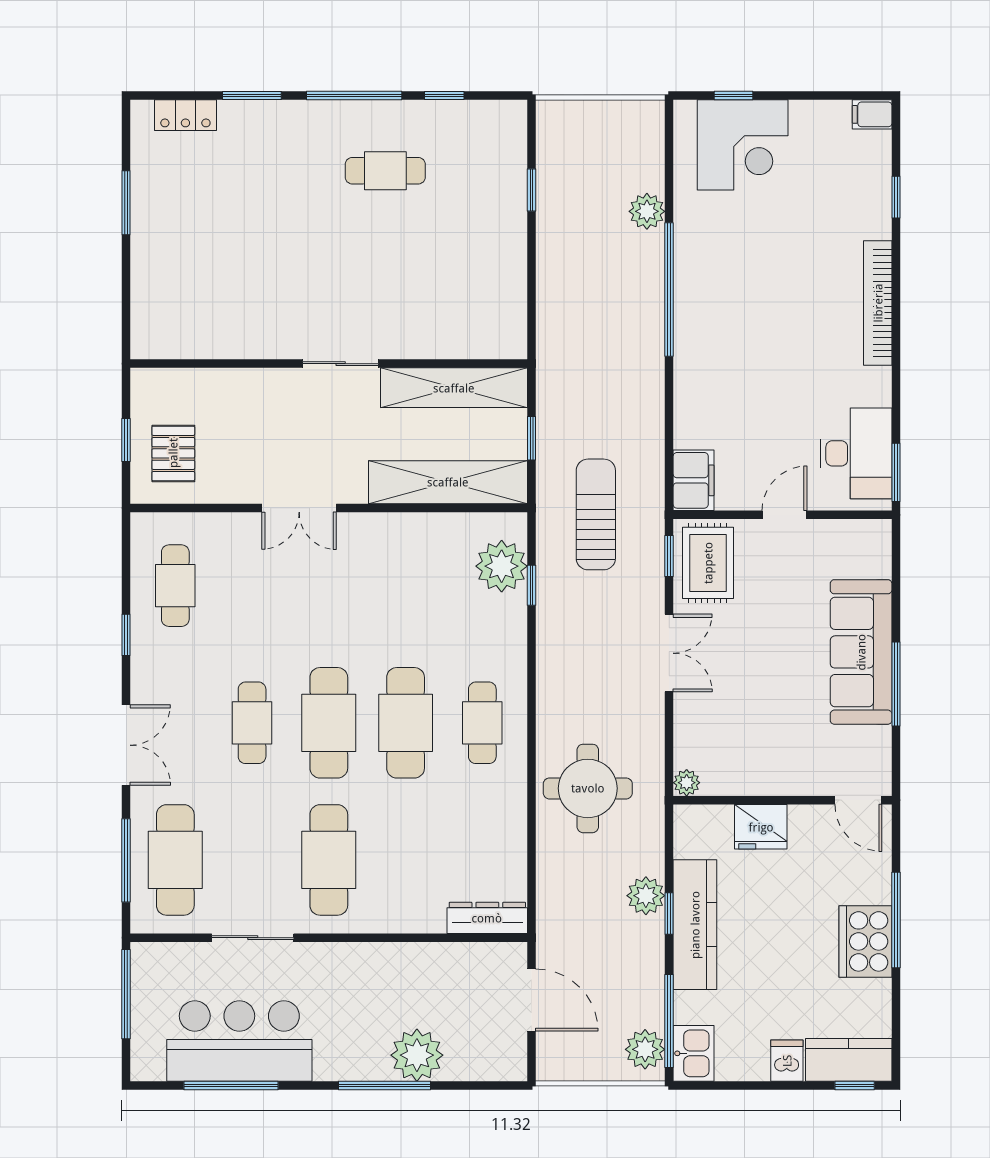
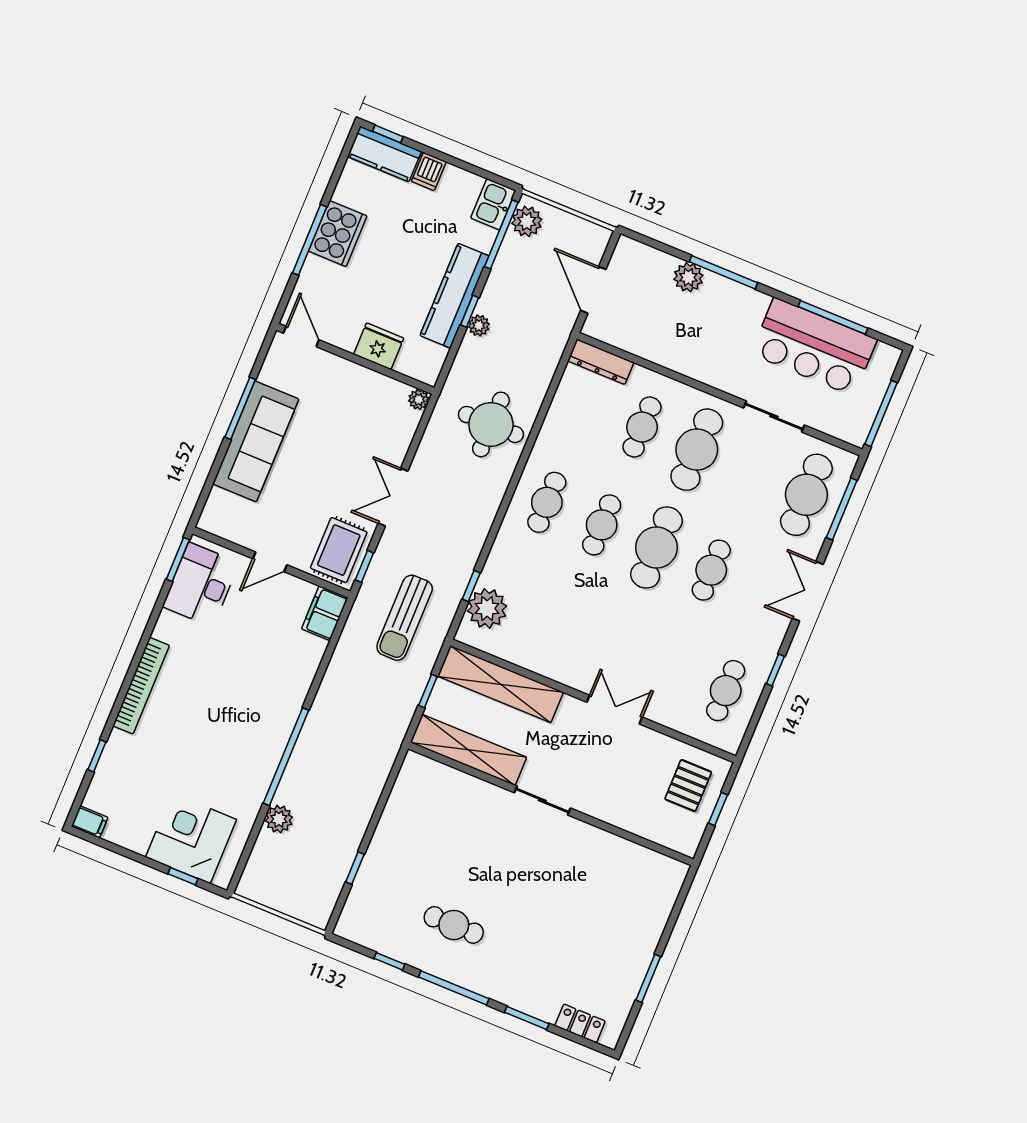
cafe table: (406, 723) -> (602, 525), width x0.73, depth x0.74
cafe table: (406, 860) -> (642, 427), added
plant: (646, 896) -> (479, 326), width x0.73, depth x0.73
plant: (417, 1055) -> (688, 277), width x0.73, depth x0.73

